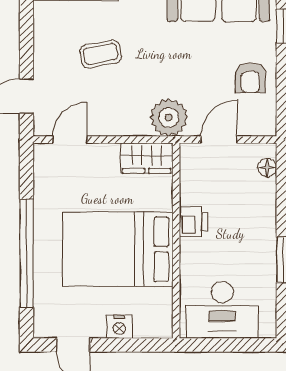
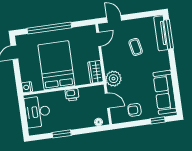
door: (70, 140) -> (99, 39), hinge flipped
nightstand: (119, 327) -> (27, 87), moved

